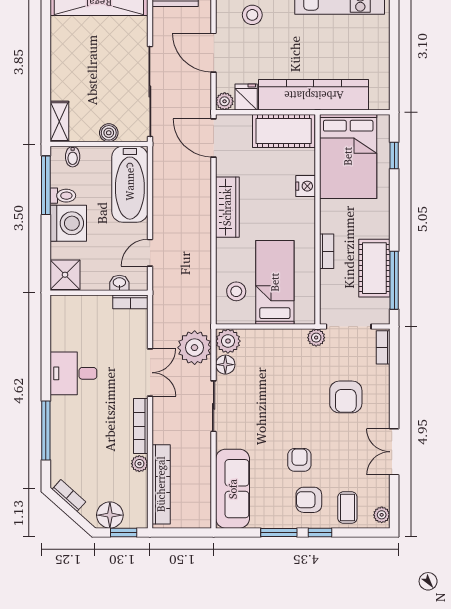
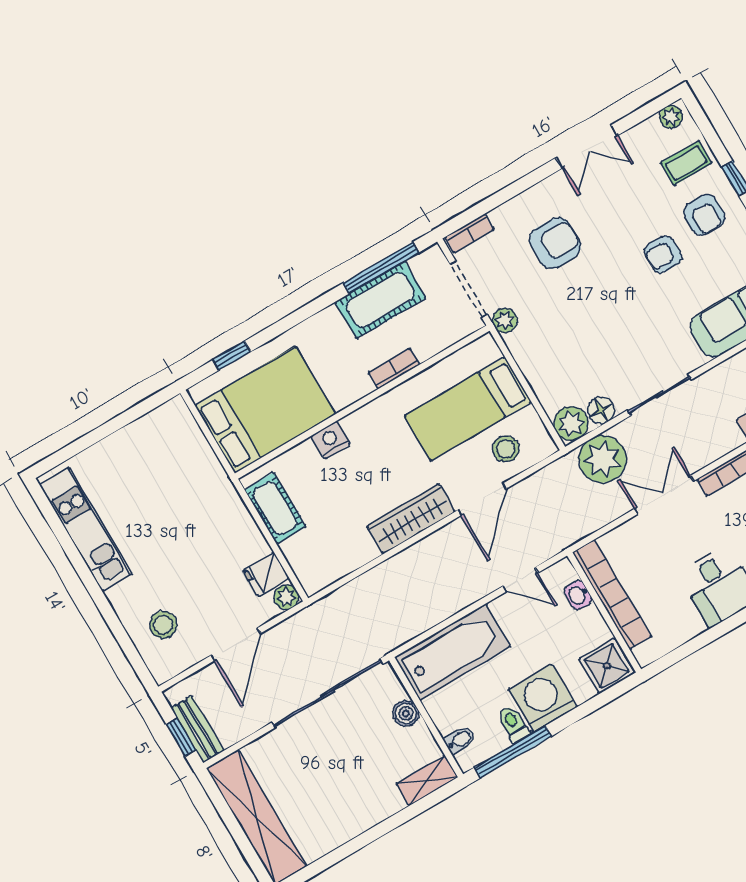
kitchen counter: (314, 95) -> (216, 495), removed
cot: (284, 131) -> (275, 508), width x0.73, depth x0.75
door: (214, 138) -> (482, 499), moved
bookcase: (130, 302) -> (612, 594), width x2.31, depth x1.31

